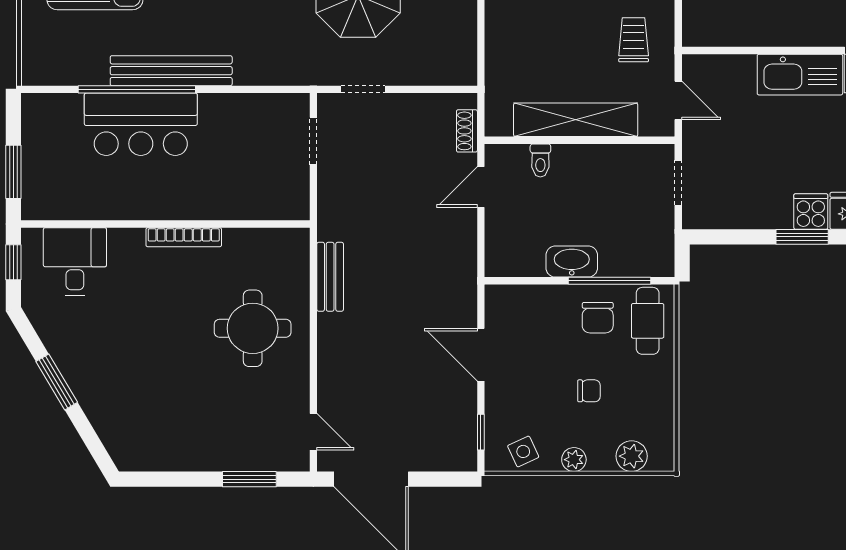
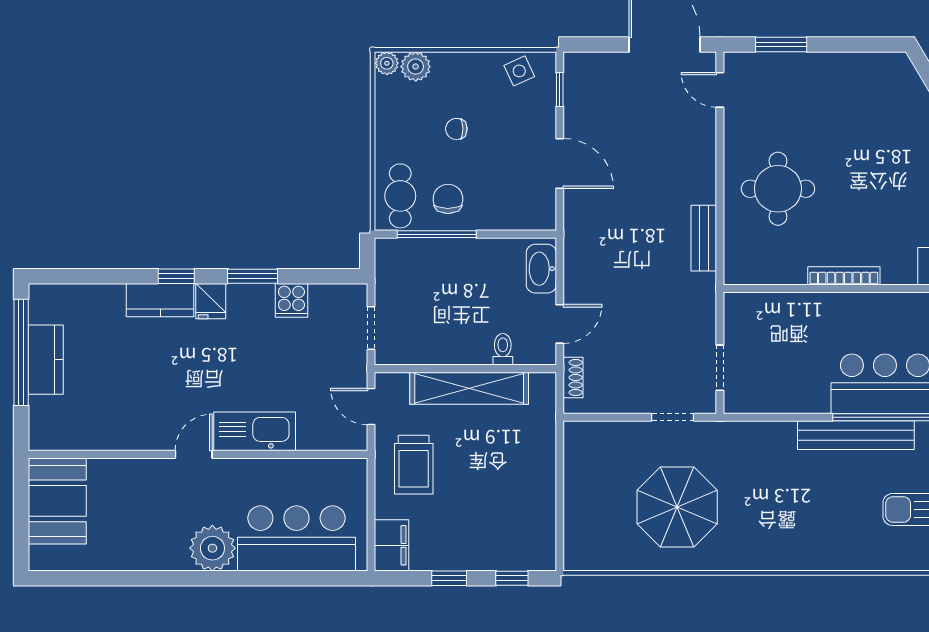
trolley: (634, 40) -> (414, 465), width x1.36, depth x1.39
cooker: (811, 212) -> (291, 300), moved
washbasin: (572, 262) -> (541, 269), moved, turned 90
plant: (574, 460) -> (387, 63), moved

